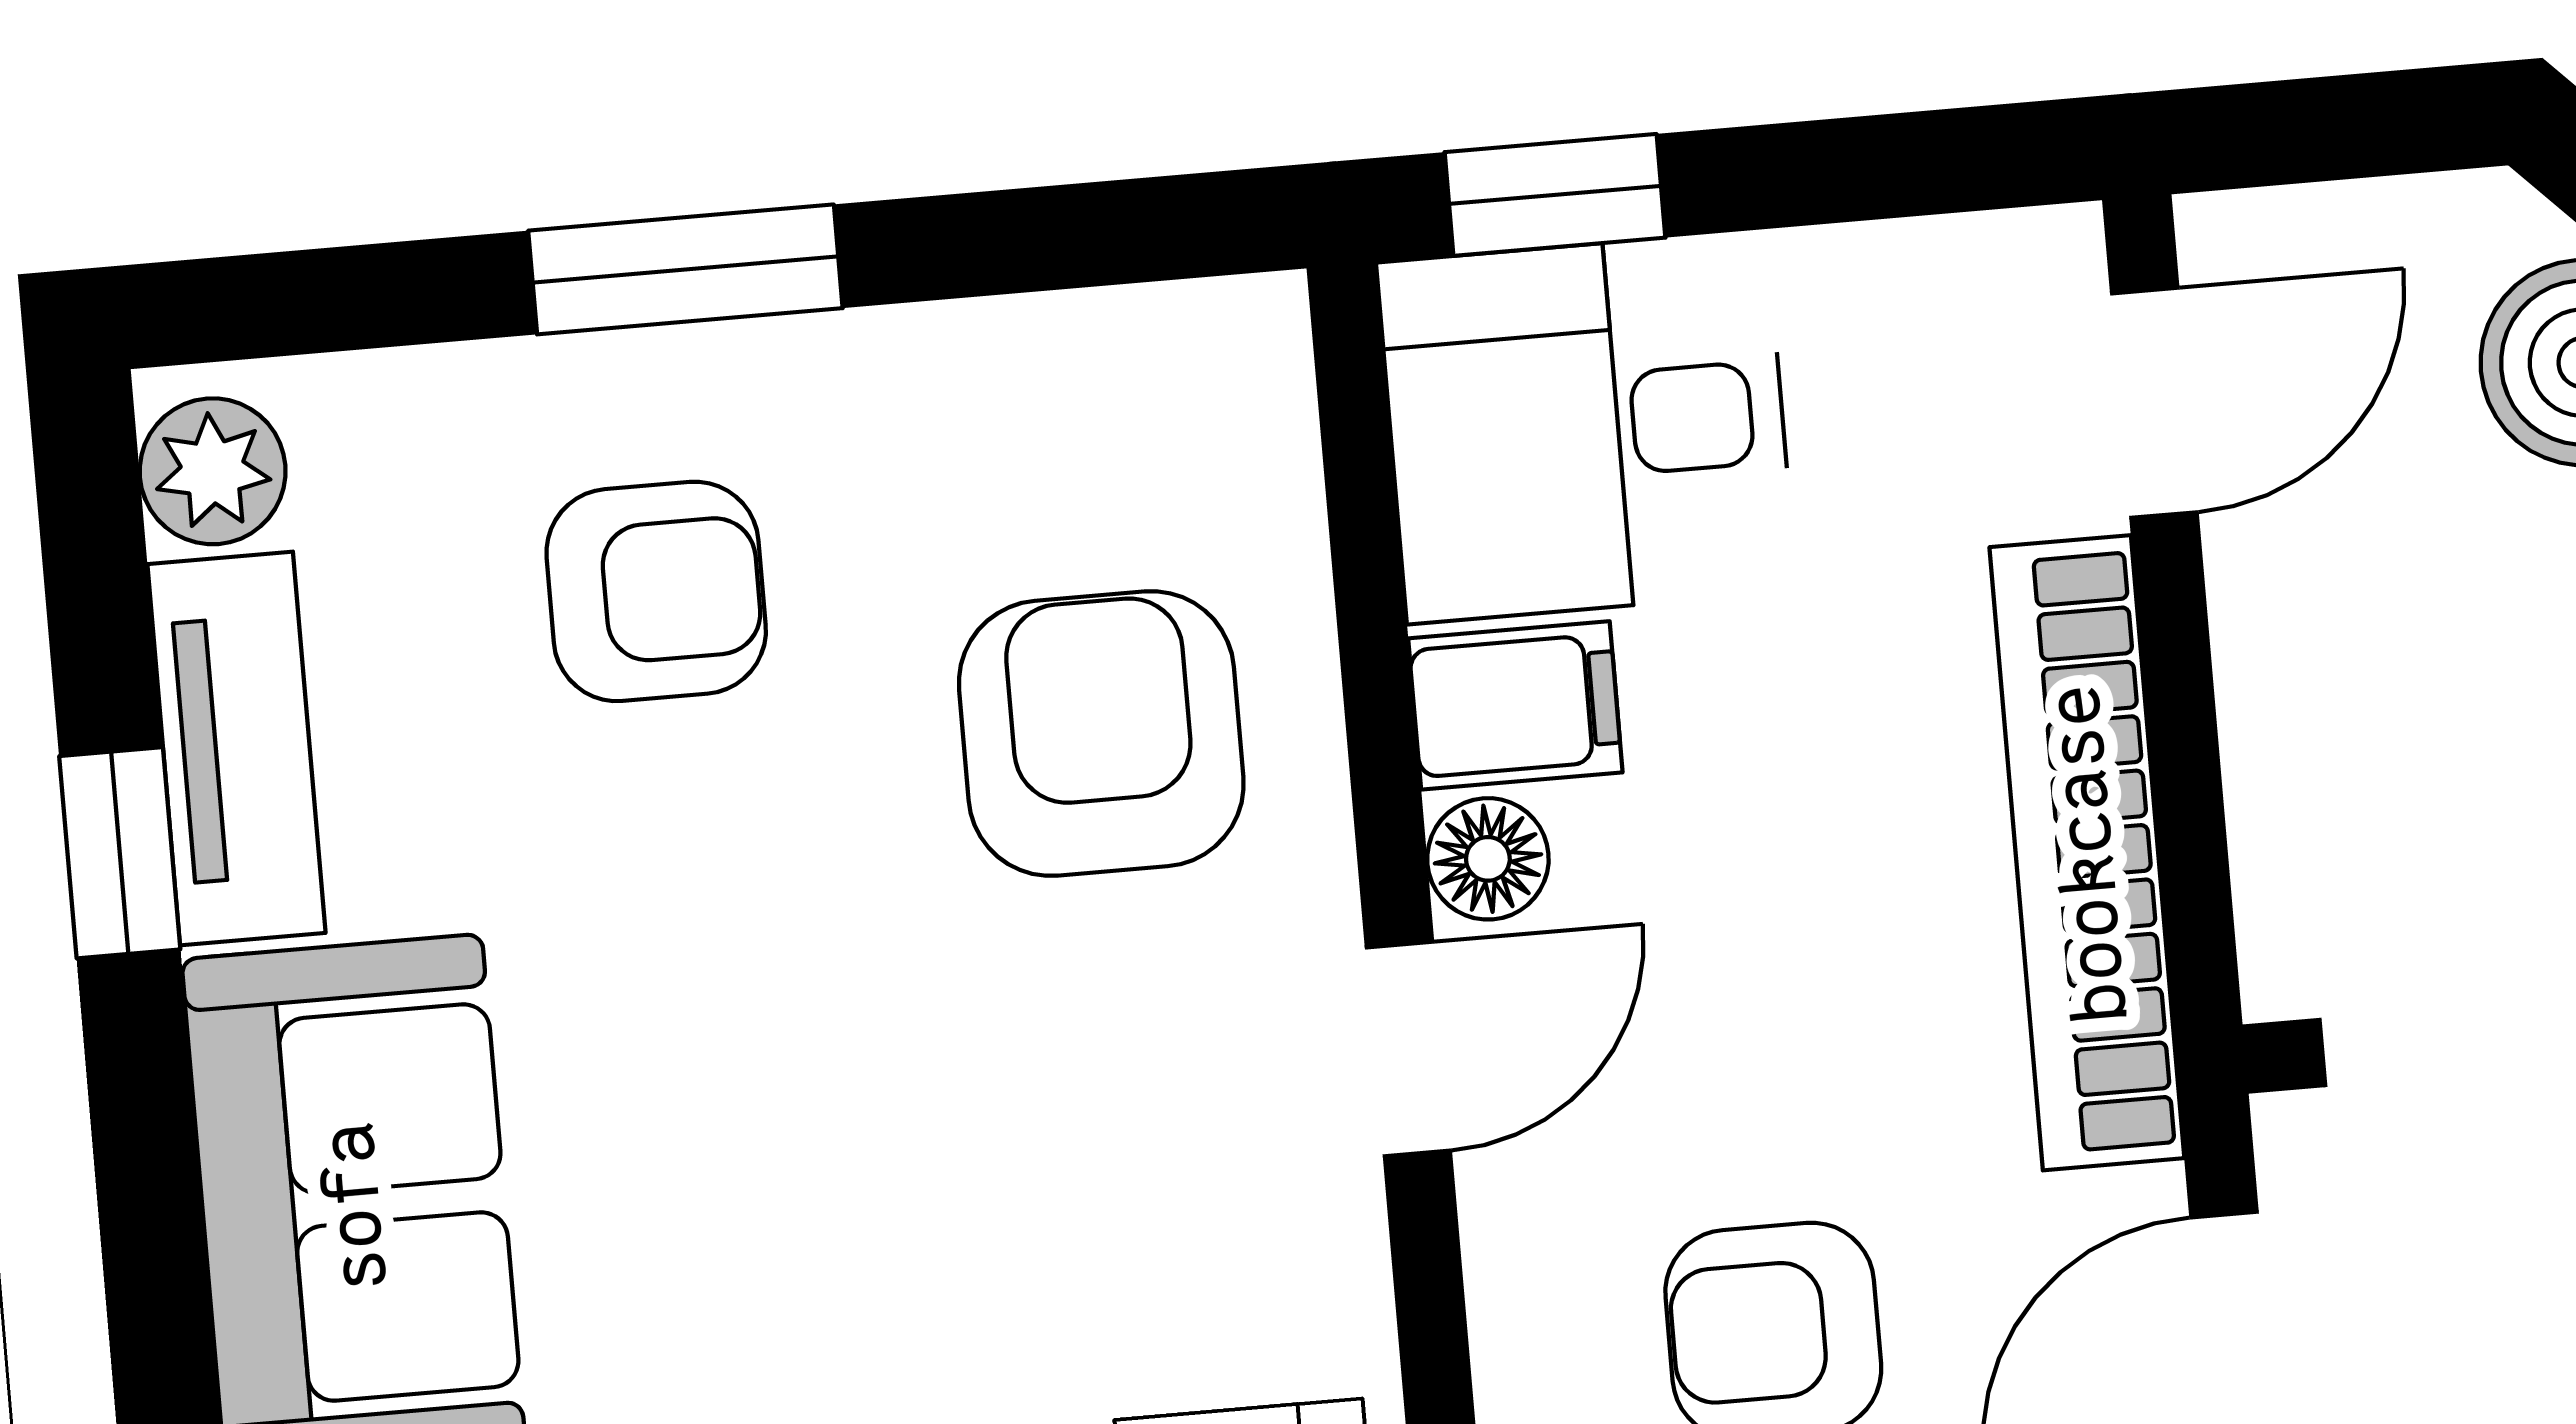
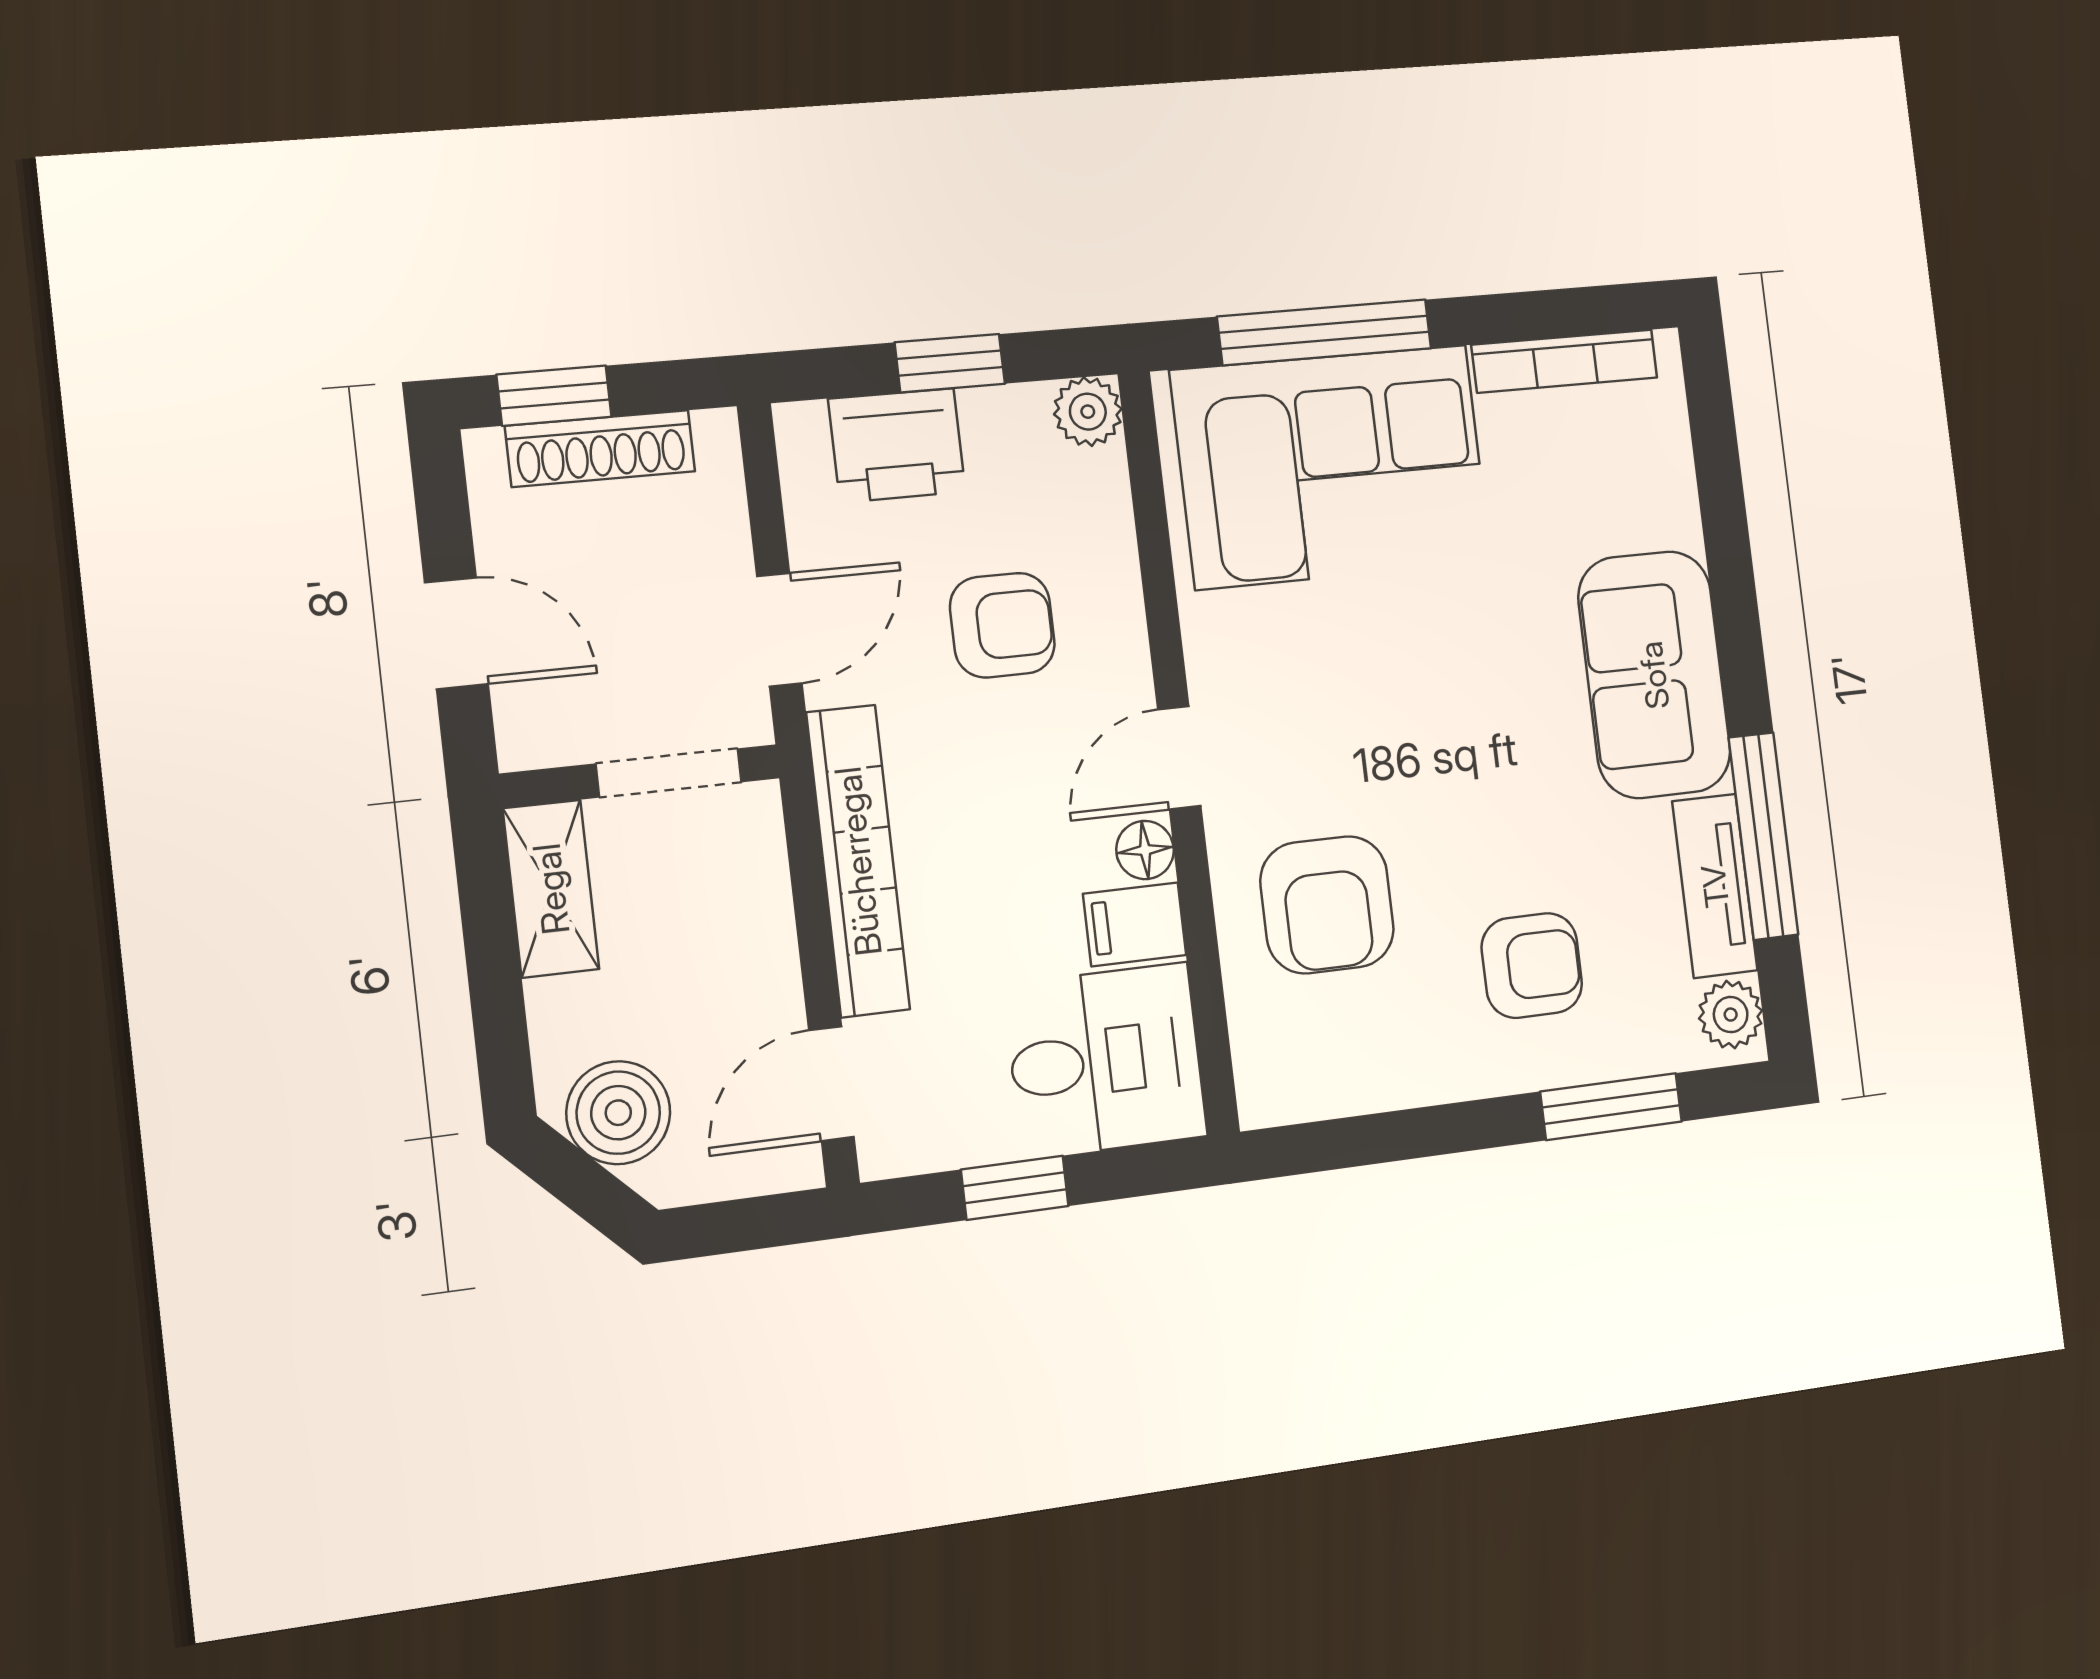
window: (1555, 195) -> (1015, 1188), moved
window: (685, 269) -> (1611, 1107), moved
armchair: (656, 591) -> (1532, 966), turned 180
window: (120, 853) -> (1763, 836), width x2.17

